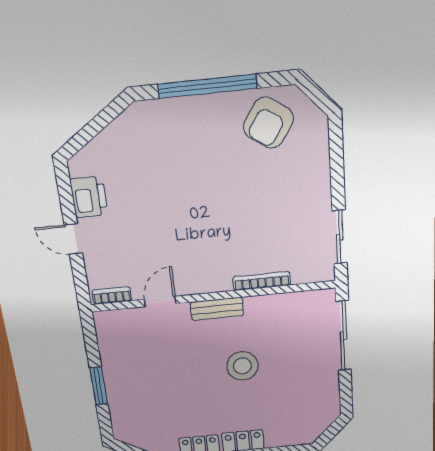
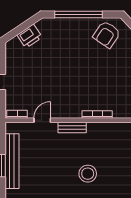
printer: (89, 197) -> (30, 36), moved, turned 56
stool: (242, 366) -> (88, 174), moved
bench: (115, 377) -> (12, 161), added

